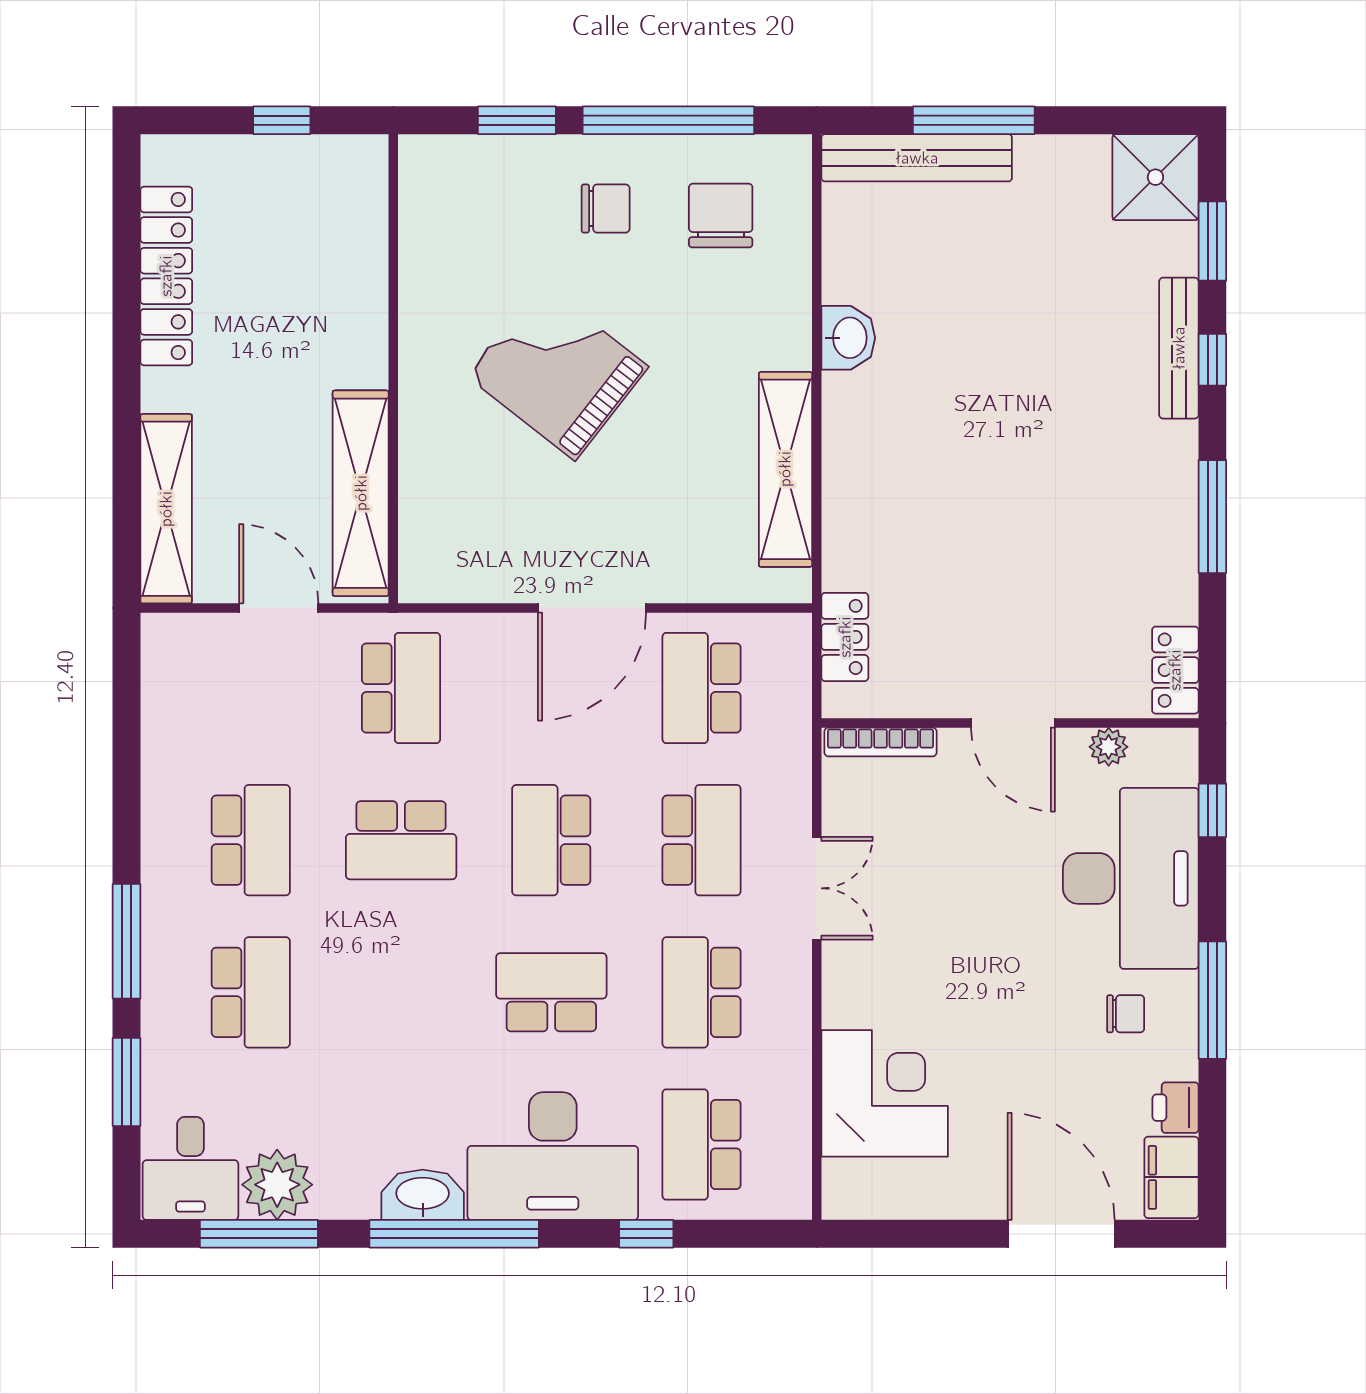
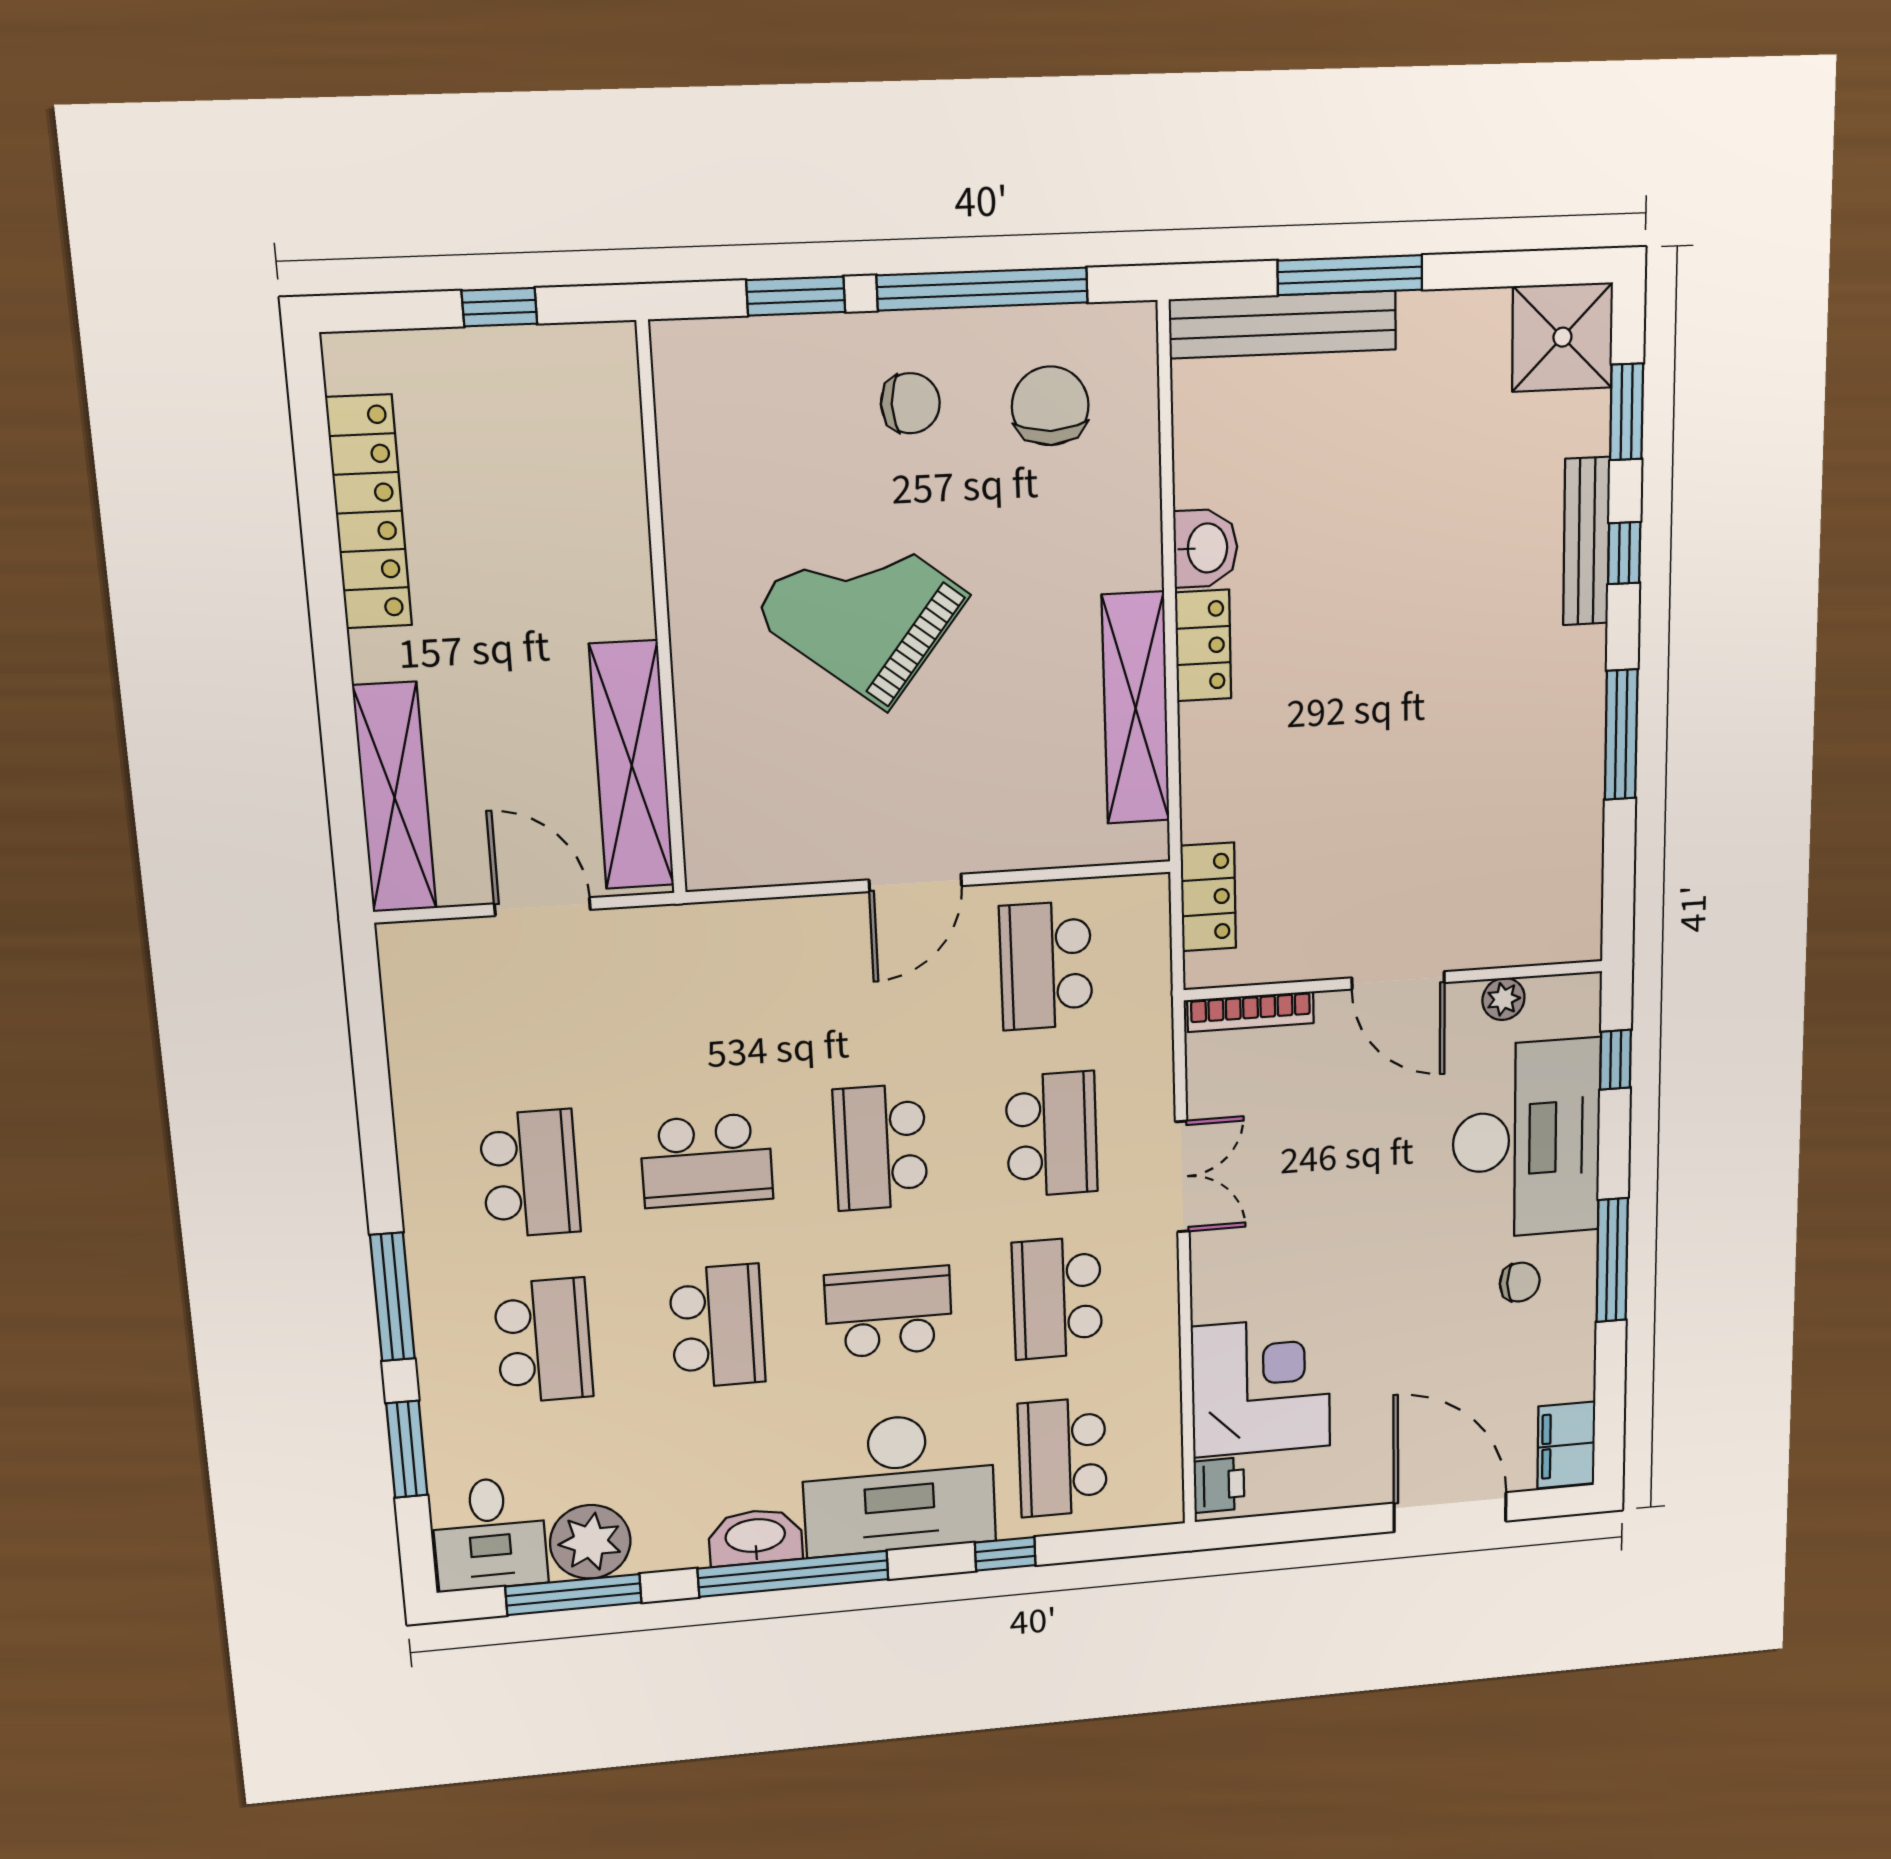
door: (592, 608) -> (915, 883), width x0.73
locker: (1175, 670) -> (1203, 645), moved, turned 180
school desk: (401, 688) -> (717, 1326), moved
printer: (1176, 1108) -> (1219, 1485), moved, turned 180

